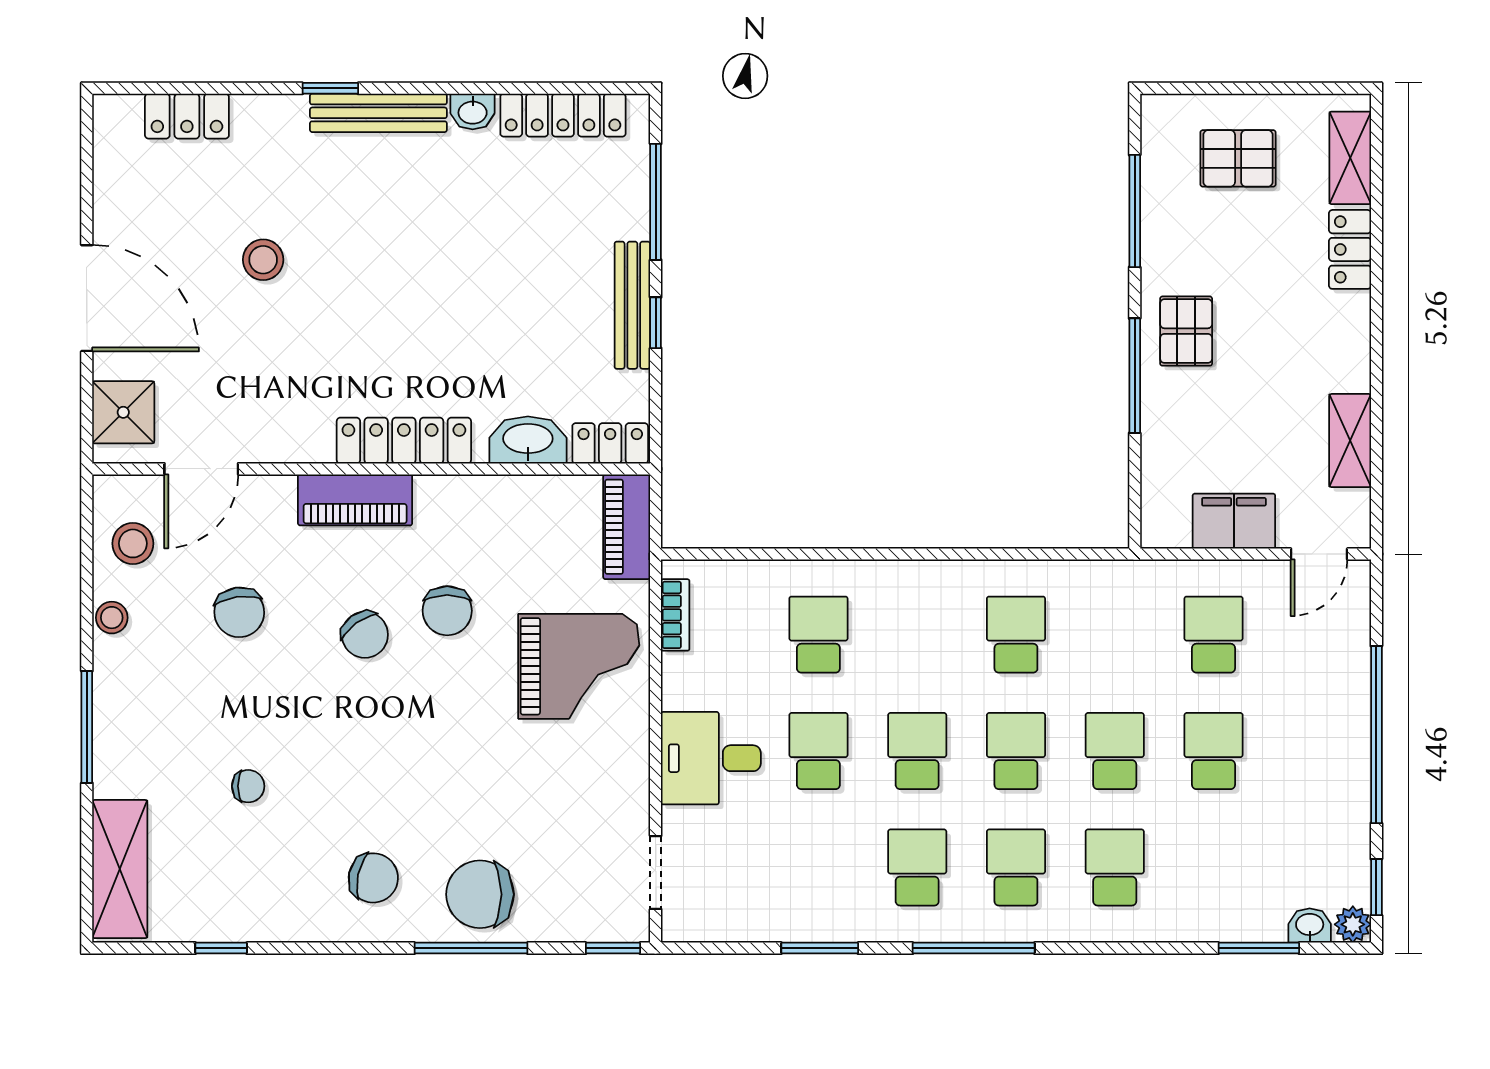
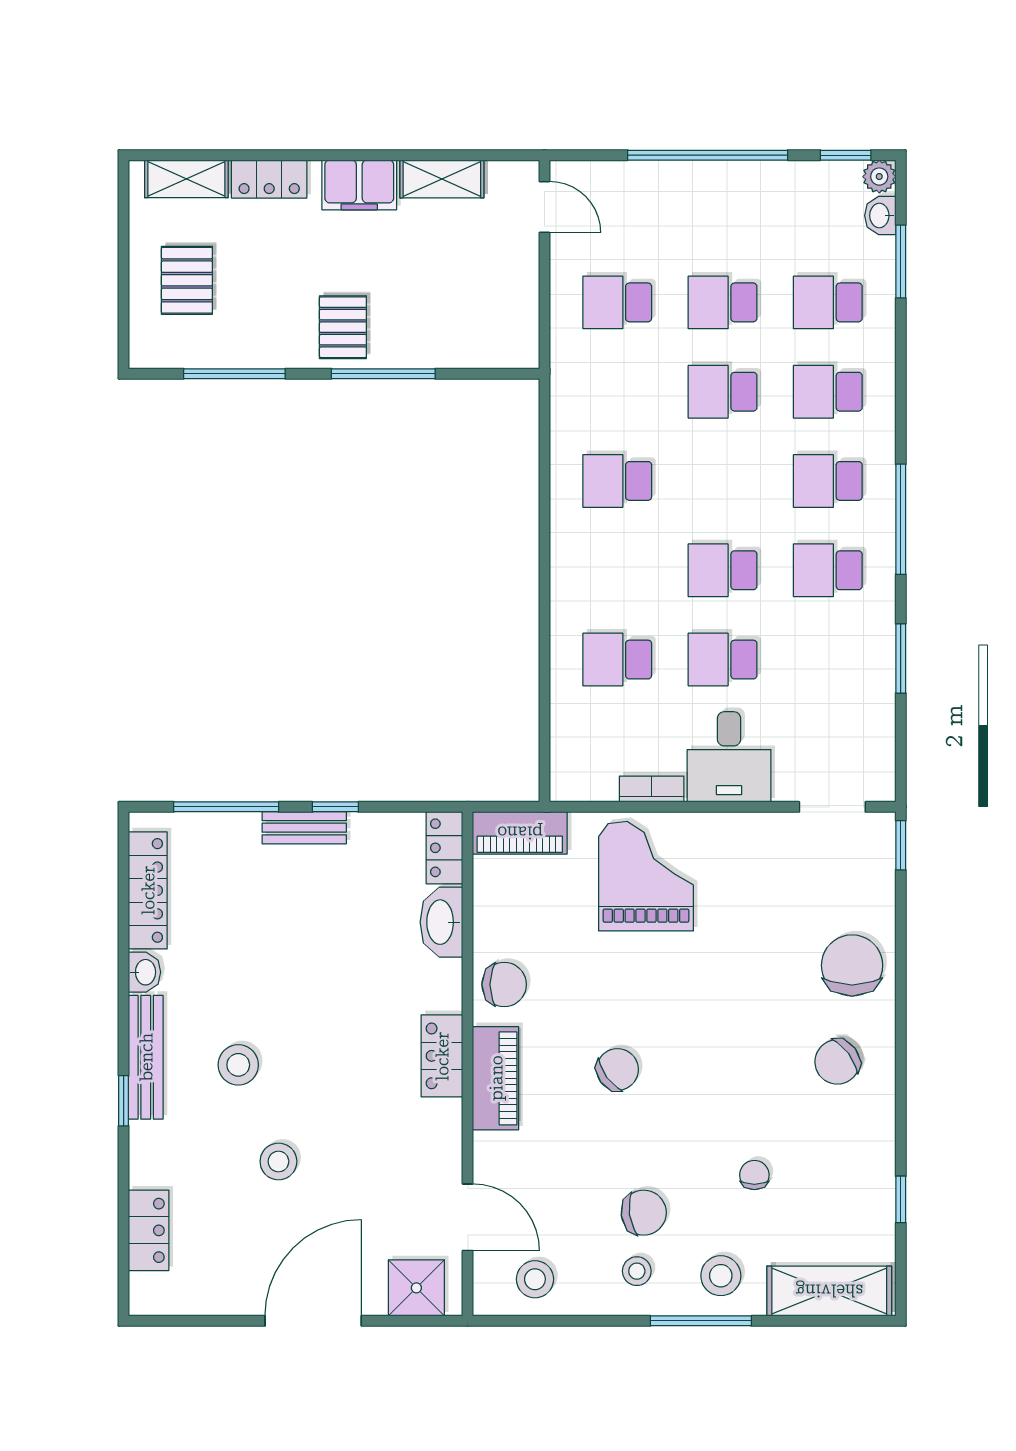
stool: (370, 215) -> (238, 1065), added
bench: (632, 305) -> (304, 828), width x0.73
pallet: (1186, 331) -> (343, 327), turned 90
locker: (404, 441) -> (442, 1056), width x0.66
filing cabinet: (1234, 521) -> (359, 185), moved, turned -90
chair: (447, 611) -> (504, 984), moved
chair: (239, 612) -> (644, 1213), moved
bookcase: (675, 615) -> (652, 789), moved
stool: (112, 618) -> (637, 1271), moved
stool: (137, 749) -> (721, 1276), added
school desk: (1016, 751) -> (828, 302), moved
chair: (373, 878) -> (837, 1062), turned -139
chair: (480, 894) -> (852, 965), turned 180
window: (471, 948) -> (901, 974), removed

